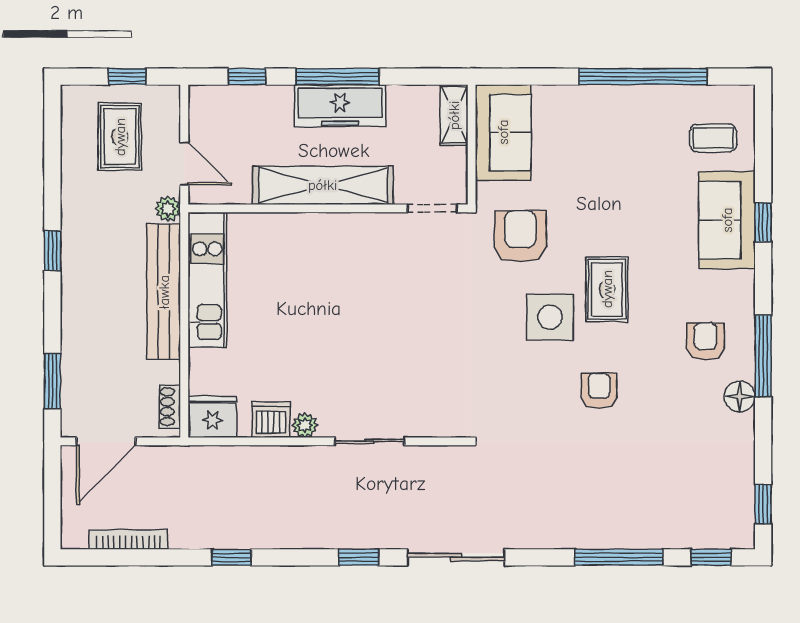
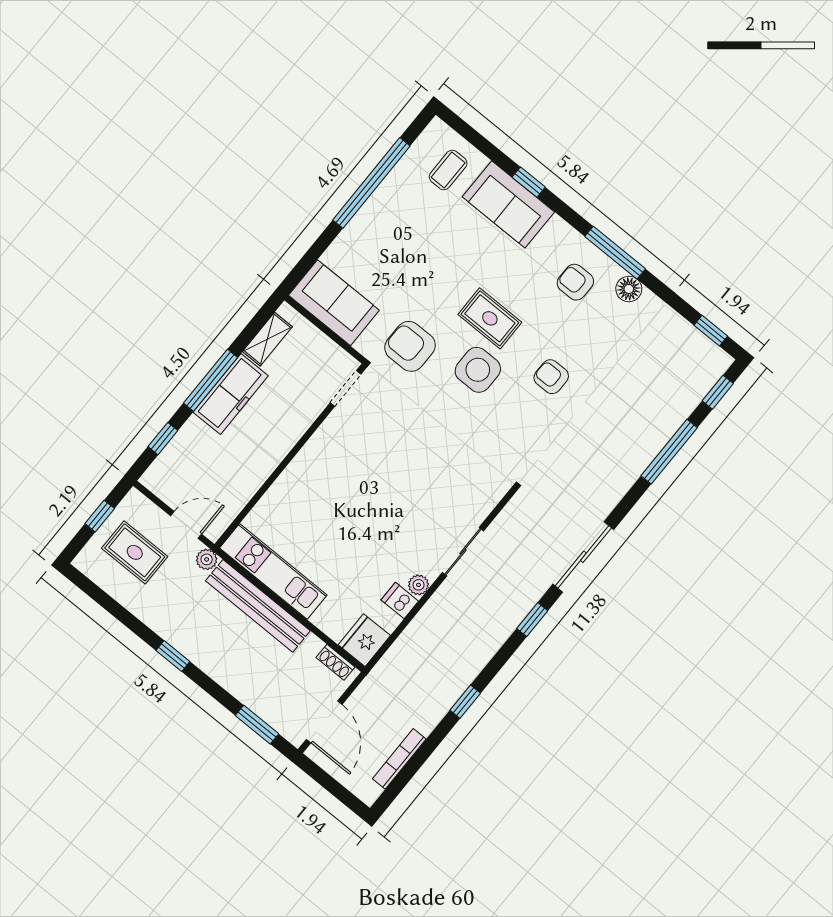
shelving: (454, 115) -> (267, 339), moved, turned 90
shelving: (323, 185) -> (273, 447), removed
dishwasher: (271, 420) -> (400, 601), width x0.73

